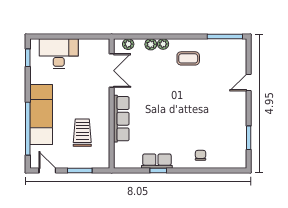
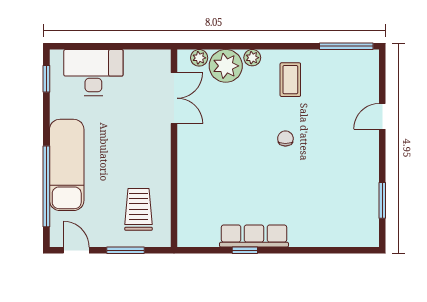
plant: (151, 44) -> (226, 66), width x1.87, depth x1.87
coffee table: (188, 58) -> (290, 80), turned 90
row of seats: (121, 119) -> (189, 171), removed
trolley: (82, 133) -> (139, 209), moved
chair: (201, 155) -> (285, 139), moved
row of seats: (157, 161) -> (254, 236), width x1.48

